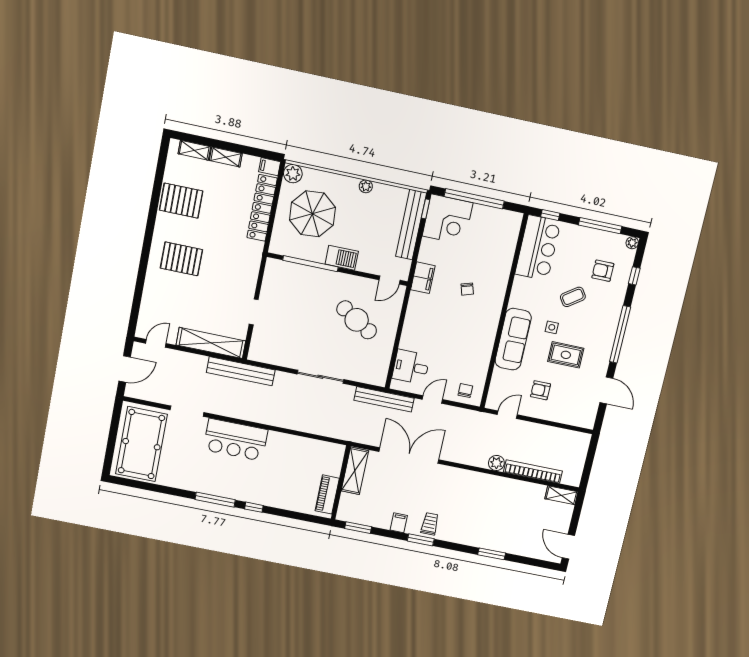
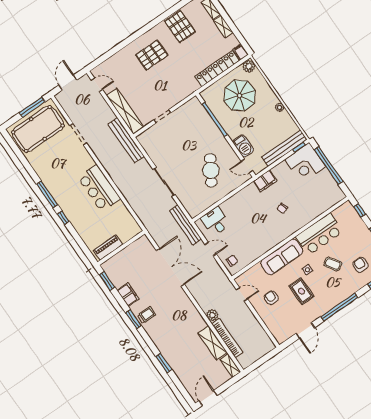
bar counter: (538, 248) -> (319, 234), moved
barbecue: (342, 258) -> (243, 146), moved
pallet: (181, 259) -> (152, 55), turned 90
door: (125, 369) -> (68, 83), swing flipped
window: (114, 428) -> (32, 107), added
bar counter: (235, 440) -> (99, 188), moved
shelving: (355, 471) -> (213, 343), moved, turned 90
filing cabinet: (399, 523) -> (128, 295), width x2.00

